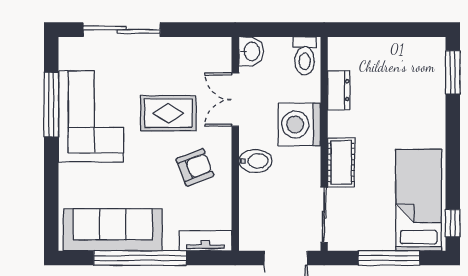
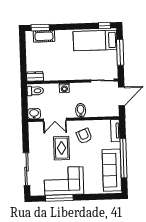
dresser: (339, 90) -> (35, 76), moved
washing machine: (299, 124) -> (64, 88), width x0.53, depth x0.53
cot: (341, 162) -> (44, 36), moved

